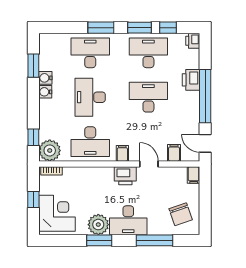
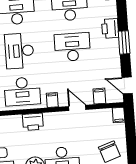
window: (205, 96) -> (124, 42), width x0.47
printer: (125, 176) -> (33, 122), moved

